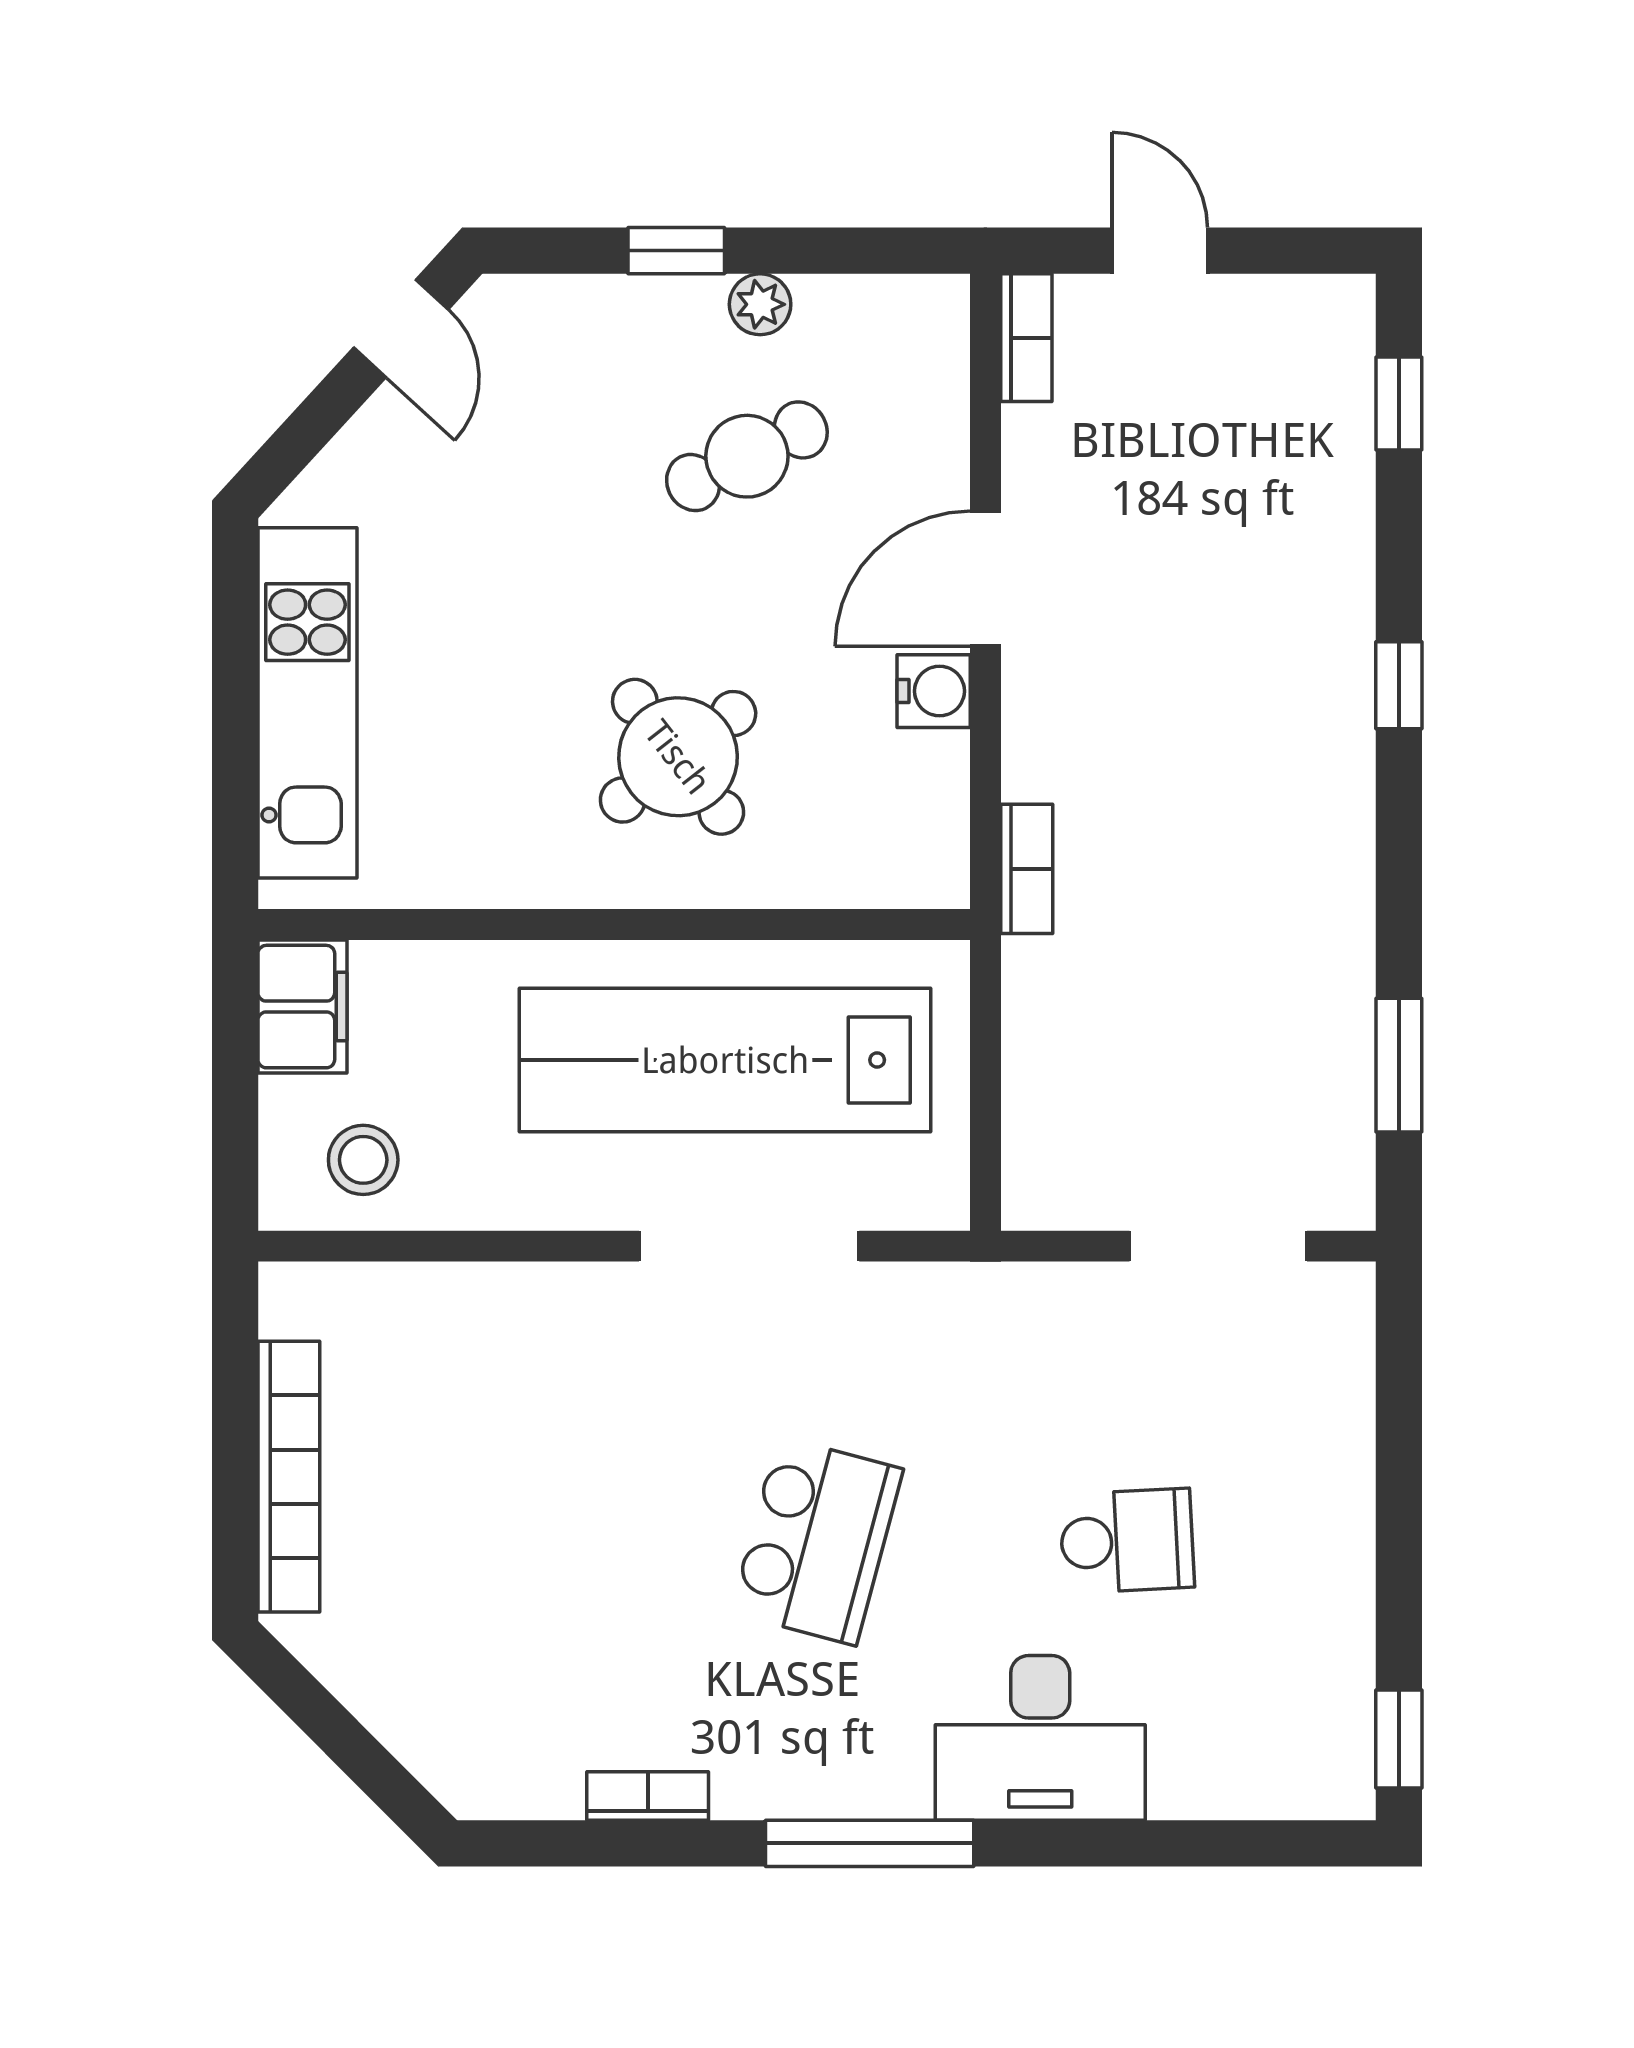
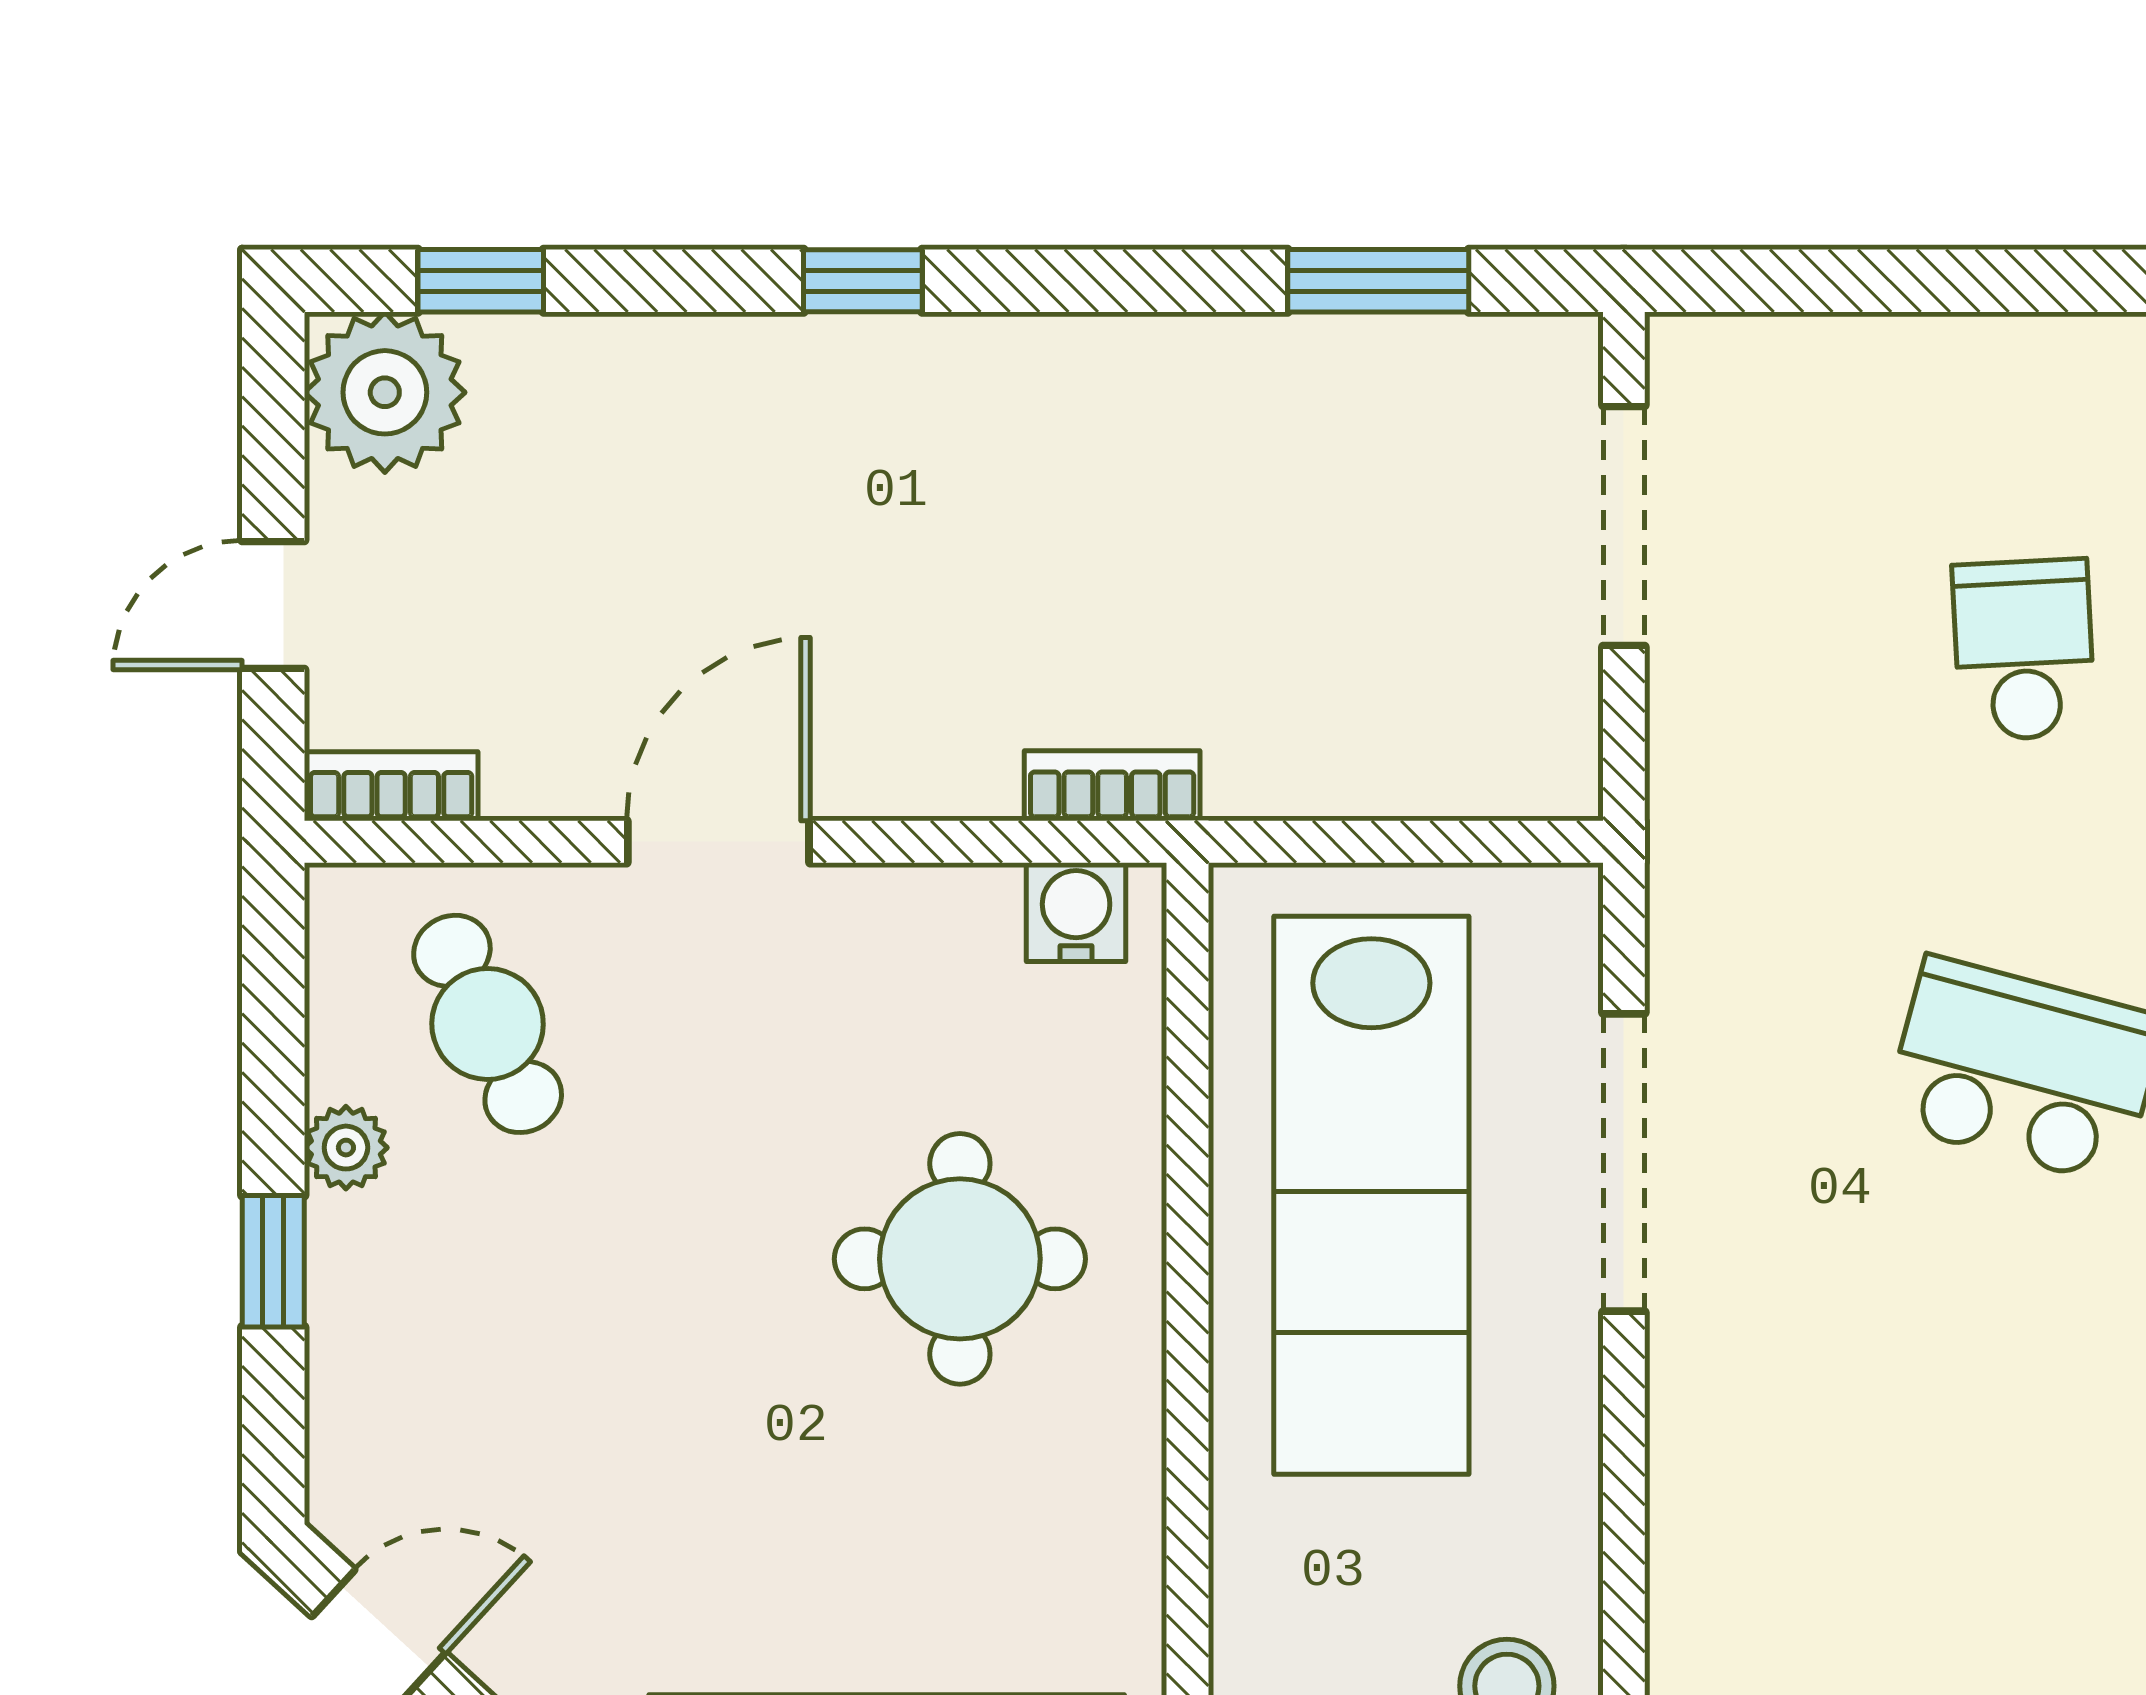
plant: (1317, 333) -> (385, 392), added
cafe table: (747, 456) -> (488, 1024), moved
door: (985, 579) -> (718, 842), swing flipped
water cooler: (934, 691) -> (1076, 912), moved
round table: (678, 757) -> (960, 1259), turned 38

